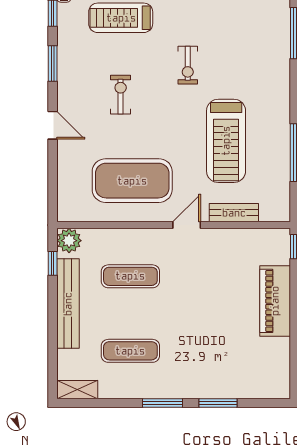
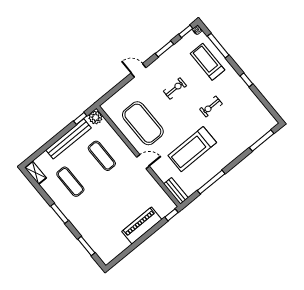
door: (53, 125) -> (138, 70), swing flipped
bench: (234, 213) -> (176, 191), moved
window: (218, 403) -> (86, 246), moved

